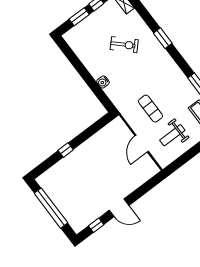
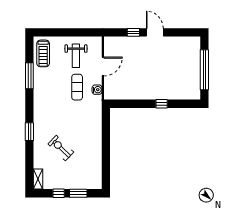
water cooler: (103, 82) -> (97, 90), moved
weight bench: (172, 135) -> (76, 56), turned 90
window: (96, 225) -> (133, 32), moved

